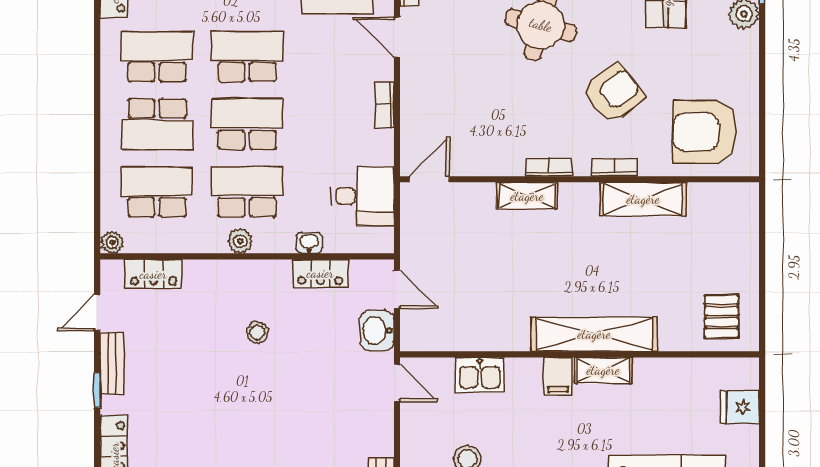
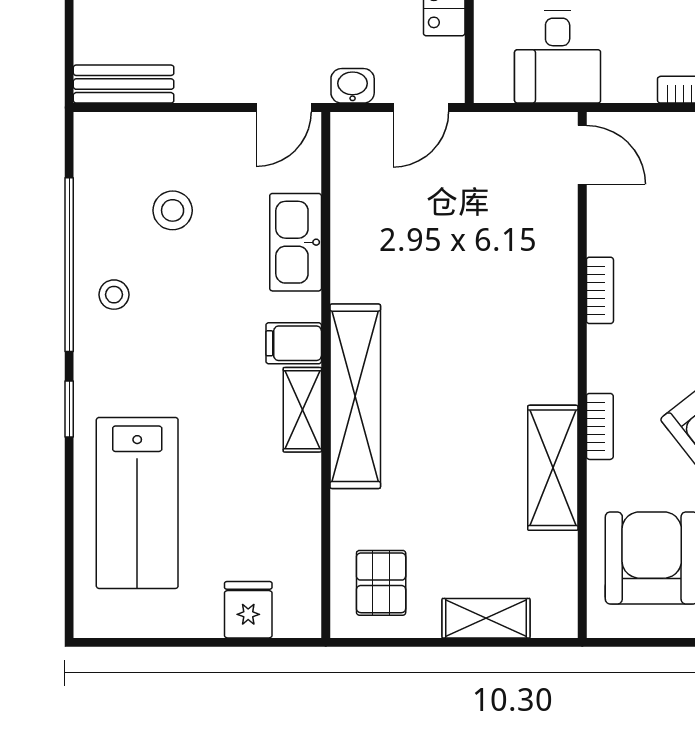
bookcase: (549, 167) -> (600, 290), moved
shelving: (527, 196) -> (486, 618), moved, turned 90
pallet: (722, 317) -> (381, 583), turned 90
washbasin: (377, 330) -> (353, 86), width x0.72, depth x0.69
kitchen sink: (480, 375) -> (296, 242), width x1.38

